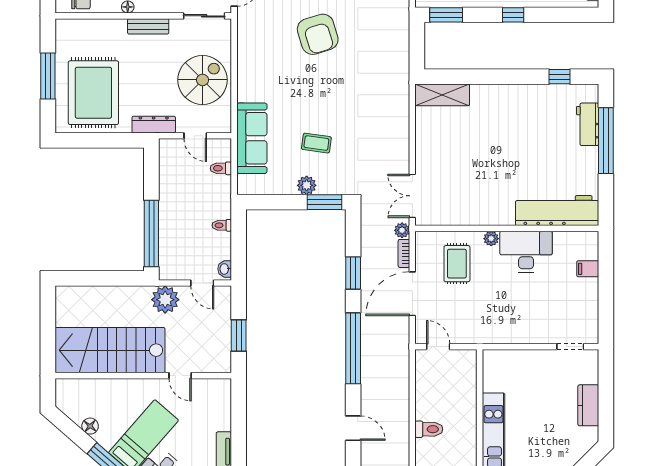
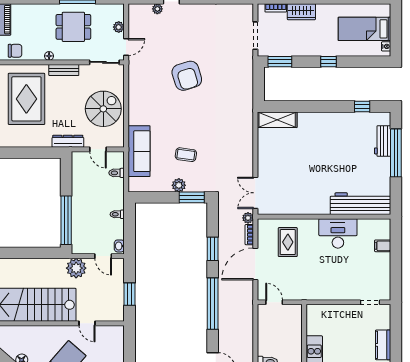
rug: (93, 93) -> (26, 99), moved
plant: (491, 239) -> (313, 224), removed

